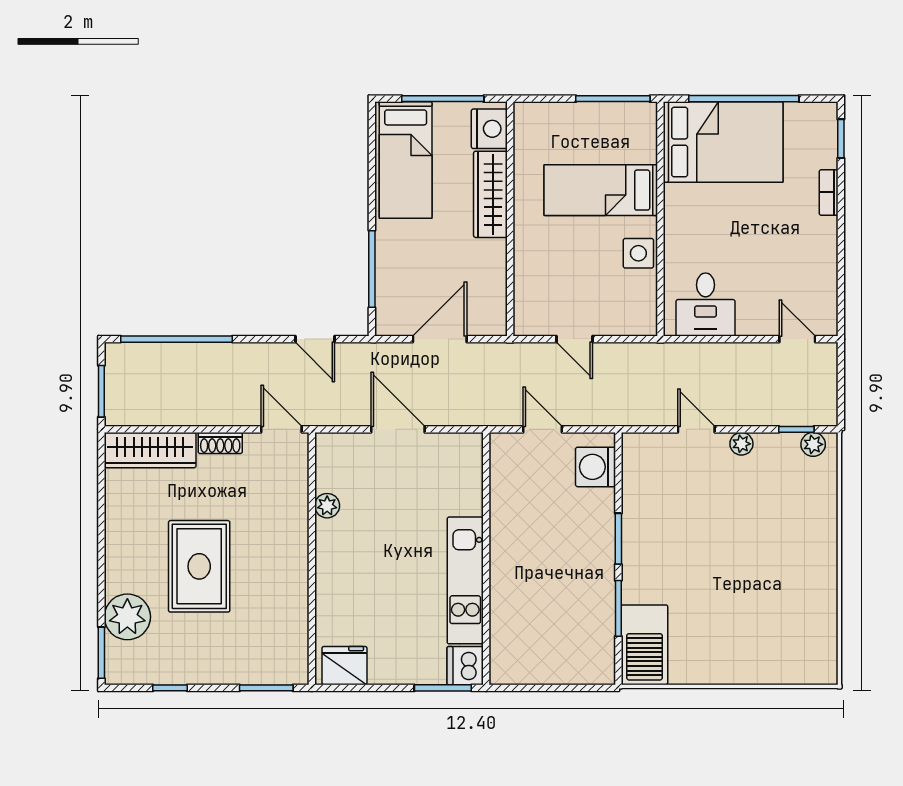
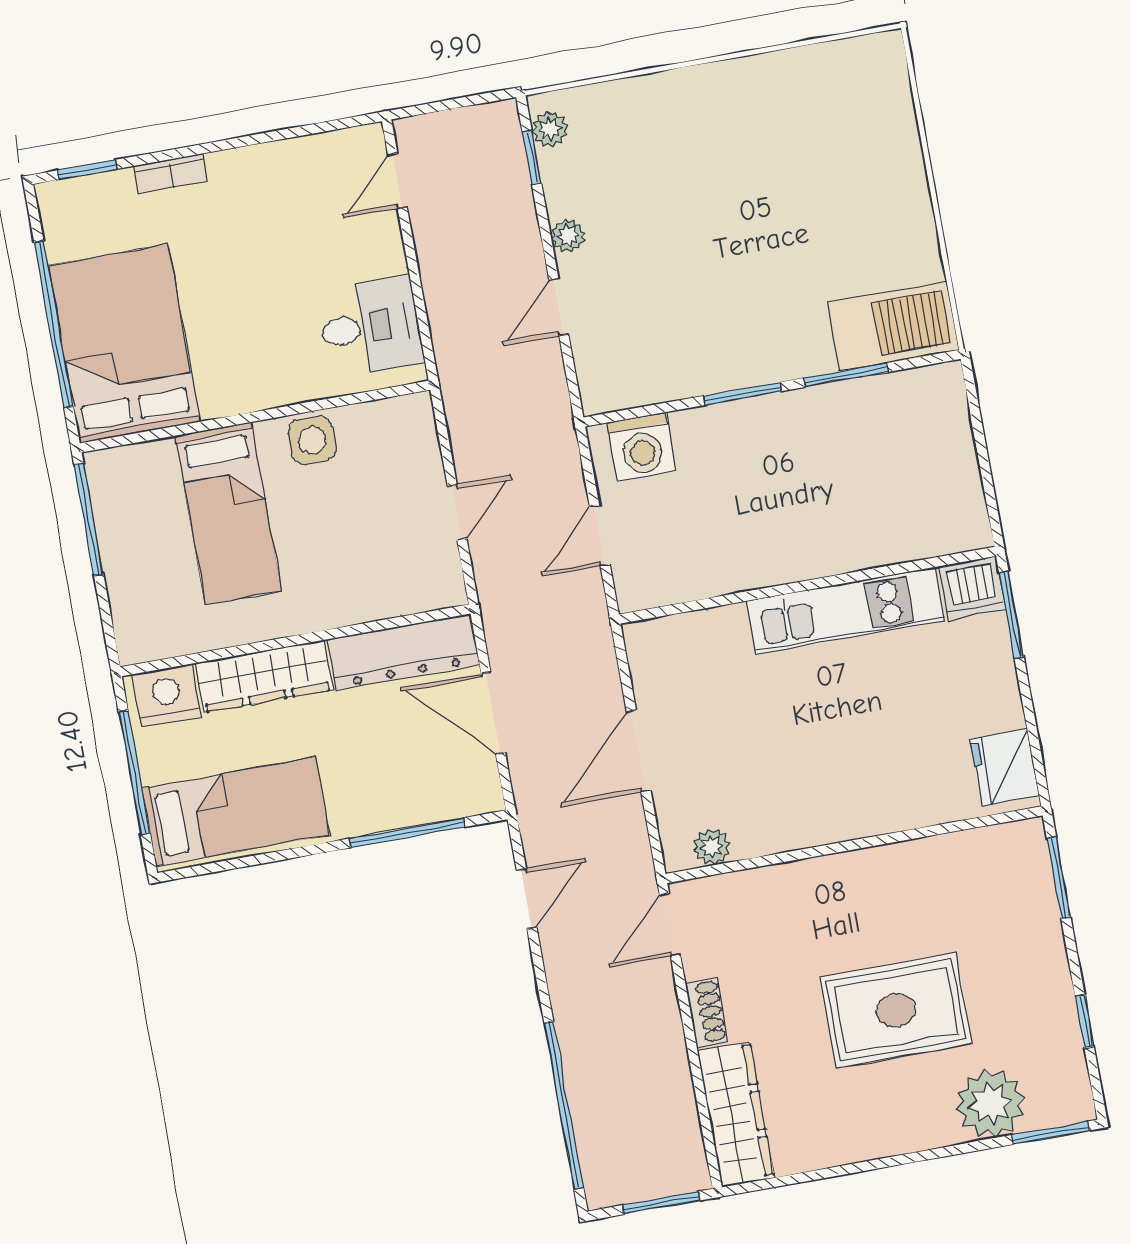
dresser: (490, 288) -> (403, 652), added
plant: (327, 506) -> (712, 847), moved

